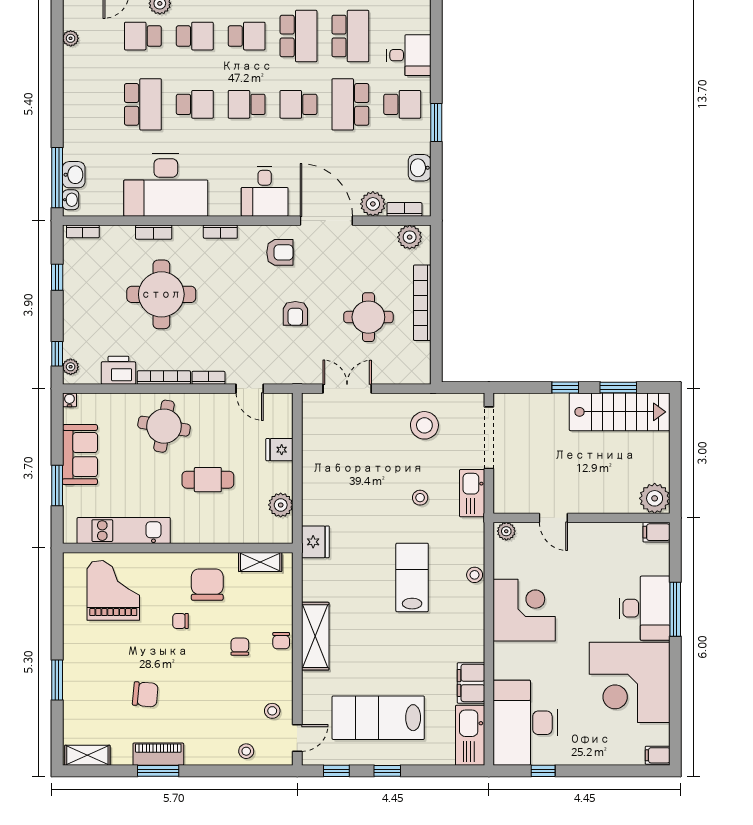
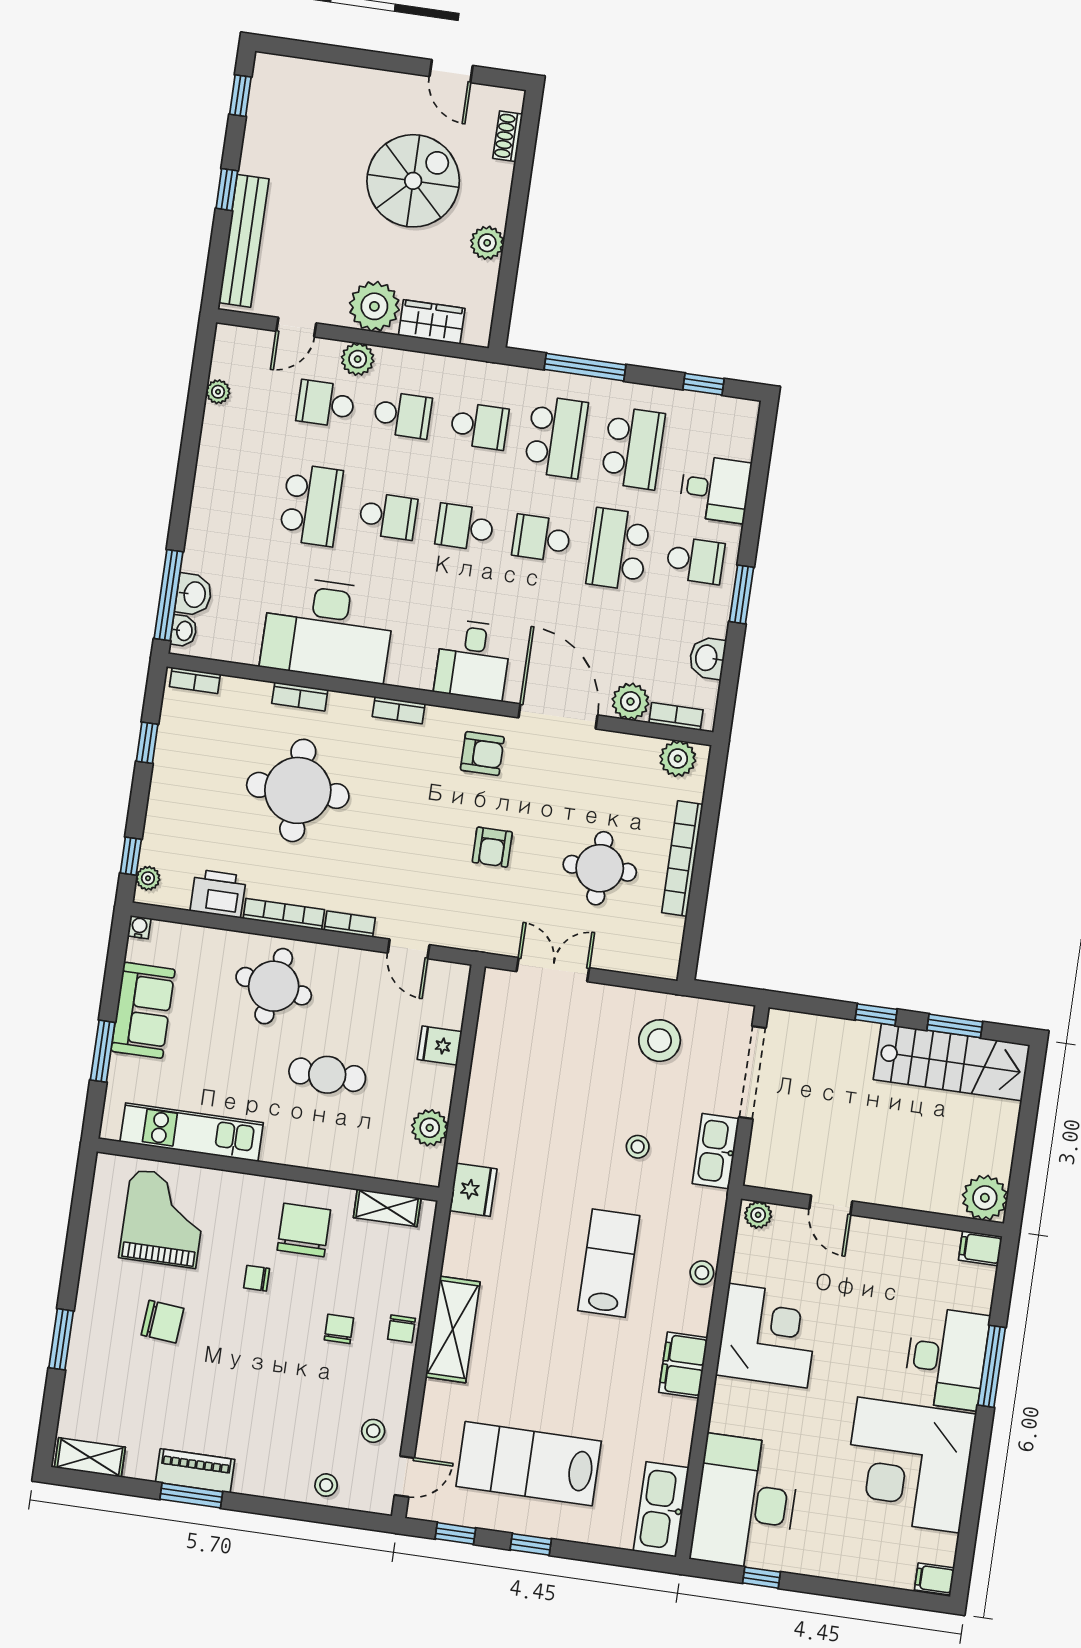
filing cabinet: (471, 683) -> (683, 1365), moved
chair: (145, 694) -> (163, 1322), moved

